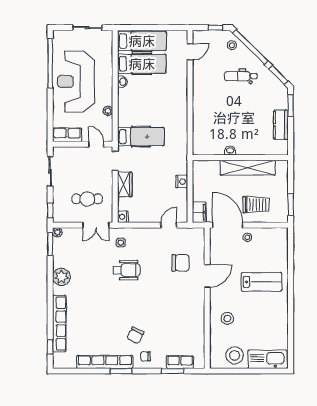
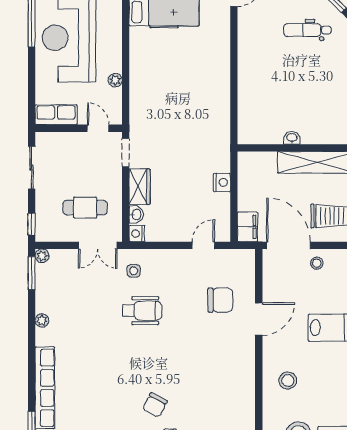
washbasin: (122, 82) -> (136, 215), moved
hospital bed: (141, 137) -> (163, 117), removed
plant: (61, 277) -> (42, 320), width x0.53, depth x0.53

